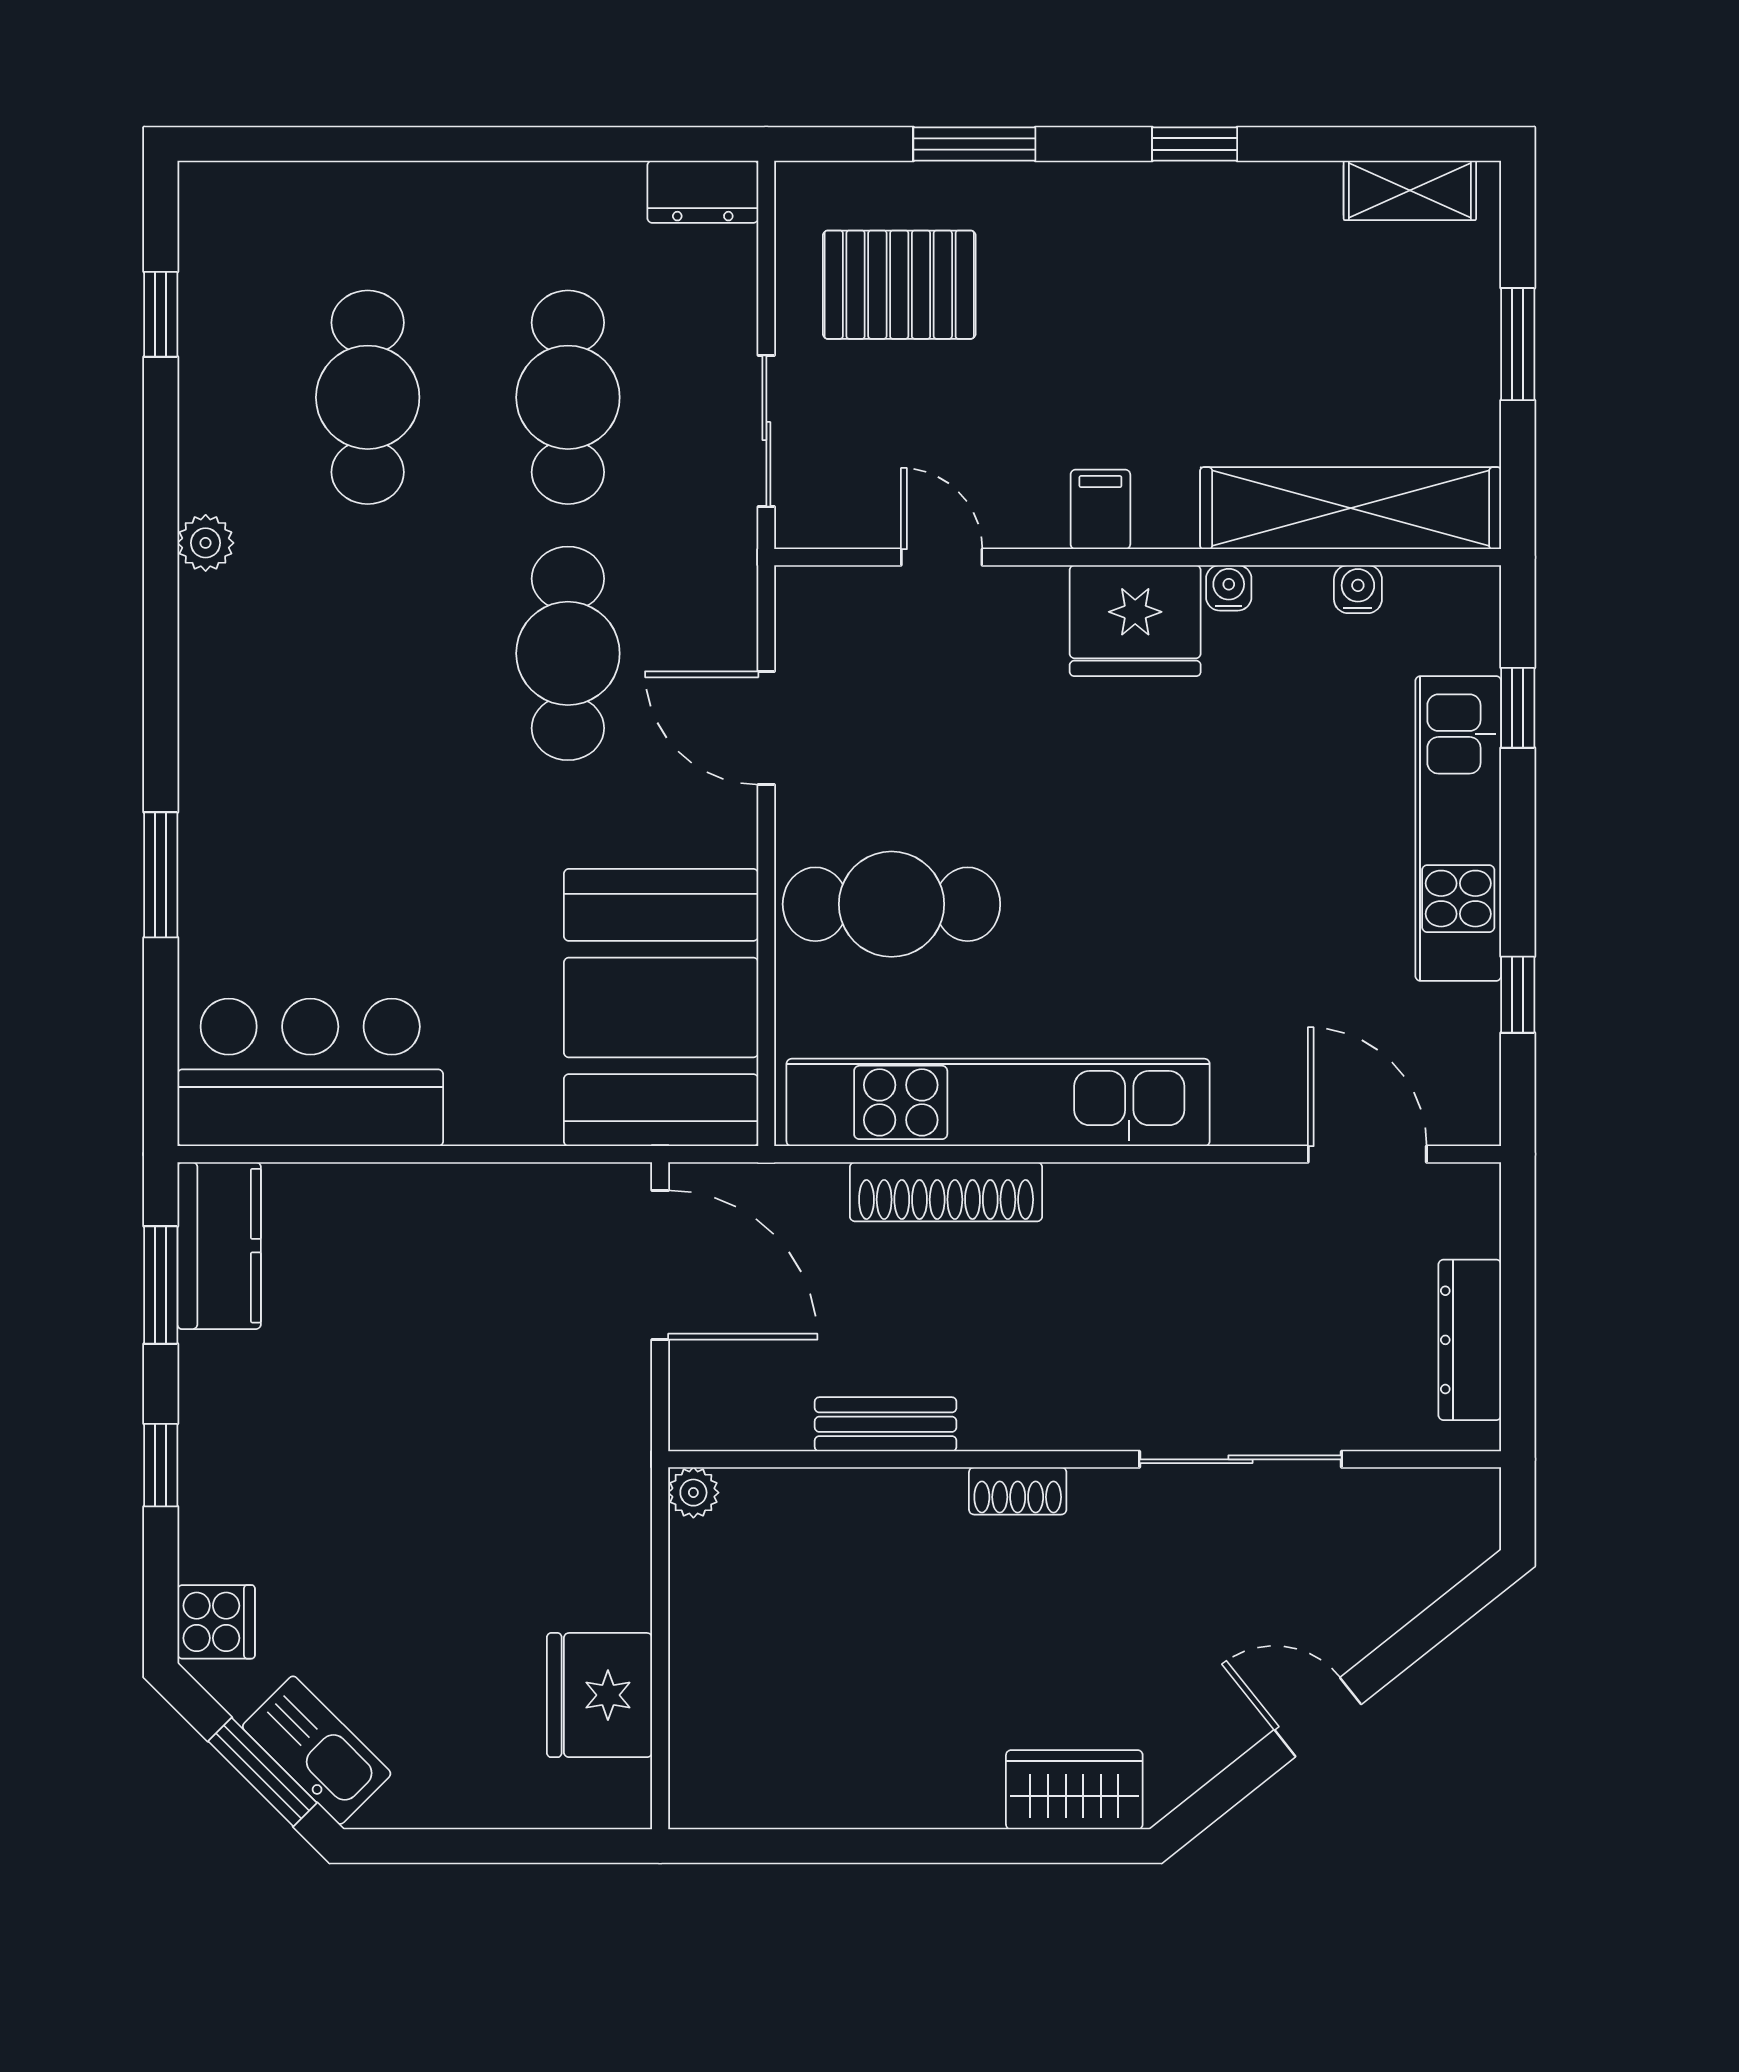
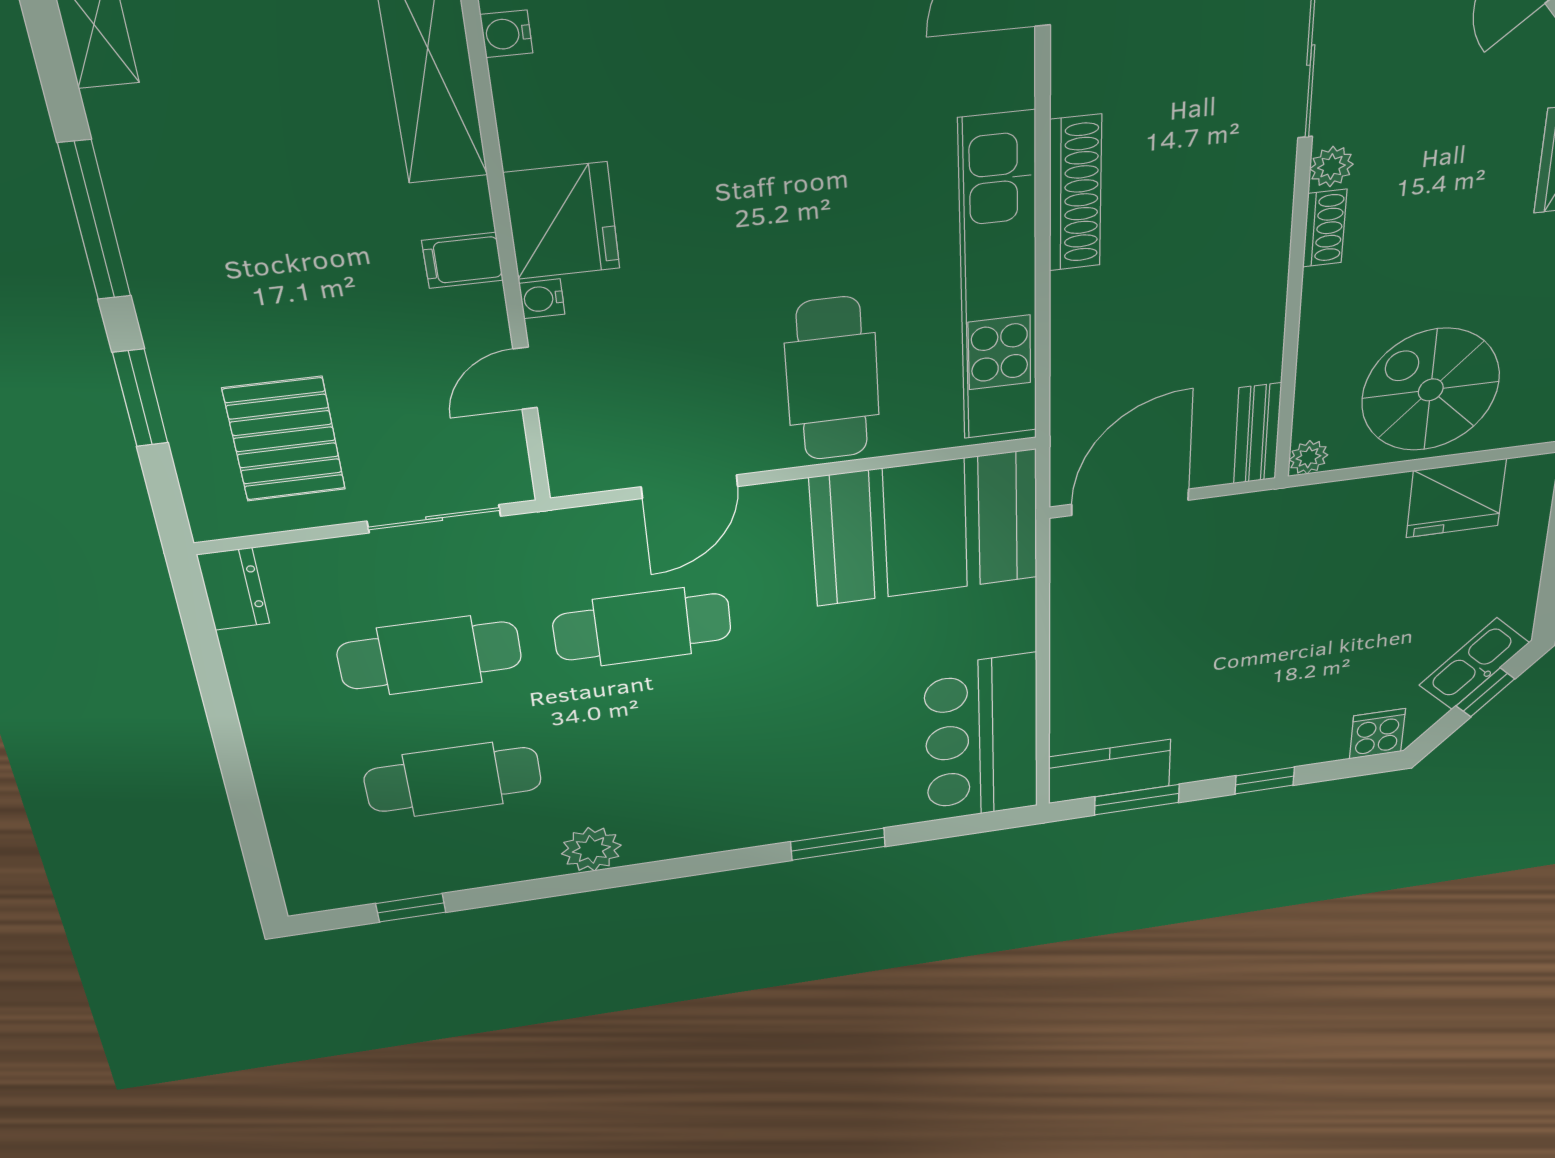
window: (1195, 144) -> (95, 221), width x2.17
plant: (206, 543) -> (591, 849), width x1.38, depth x1.38
water cooler: (1229, 588) -> (542, 299), moved
shoe rack: (946, 1192) -> (1075, 194), moved
bench: (886, 1424) -> (1257, 434), moved
plant: (1098, 1493) -> (1331, 167), added
spiral stairs: (772, 1644) -> (1431, 390), added
window: (263, 1772) -> (1485, 692), width x0.67

